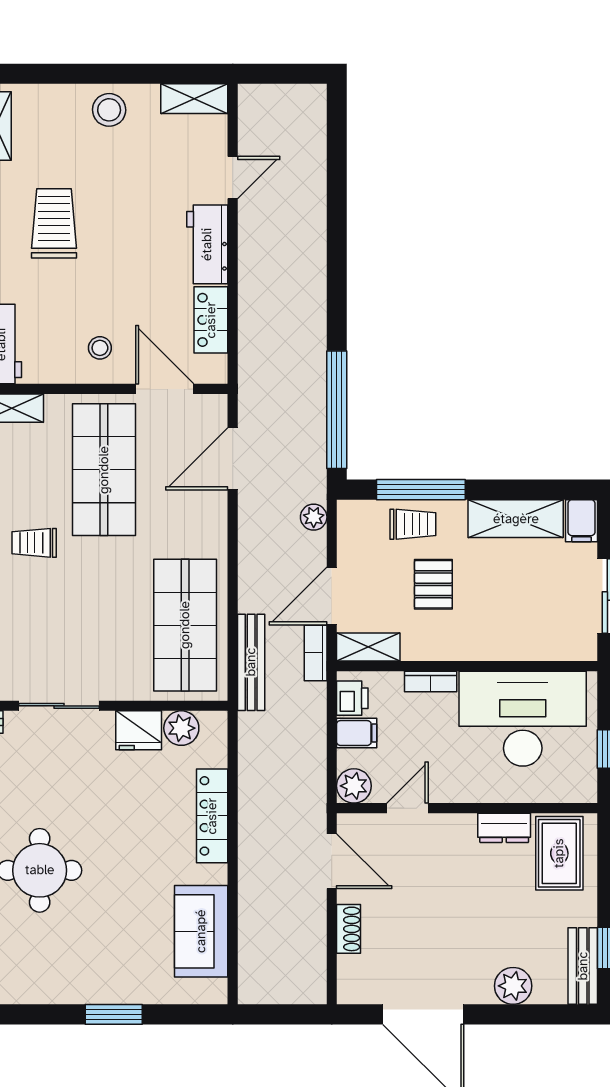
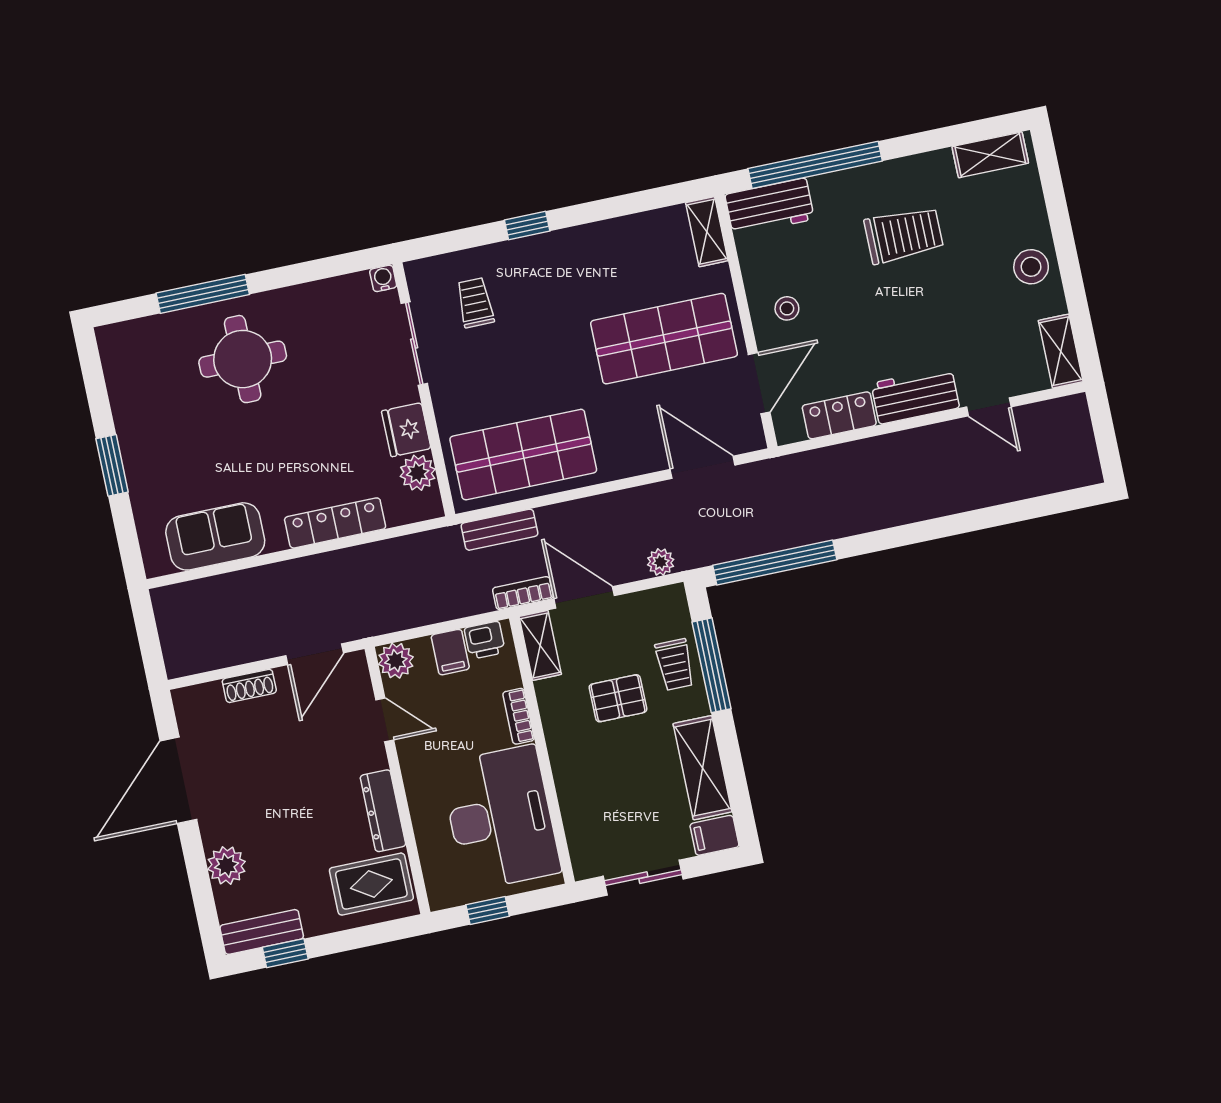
trolley: (34, 543) -> (475, 303), moved
bench: (251, 662) -> (499, 530), width x0.73
dresser: (504, 828) -> (383, 811), width x1.44

